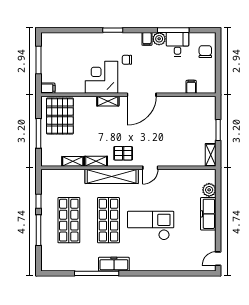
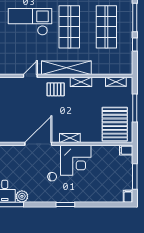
filing cabinet: (147, 39) -> (128, 196), moved
shelving: (73, 161) -> (116, 82), moved
checkout: (151, 226) -> (30, 22), turned 180

